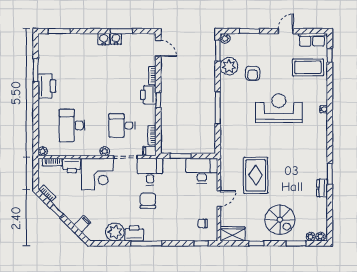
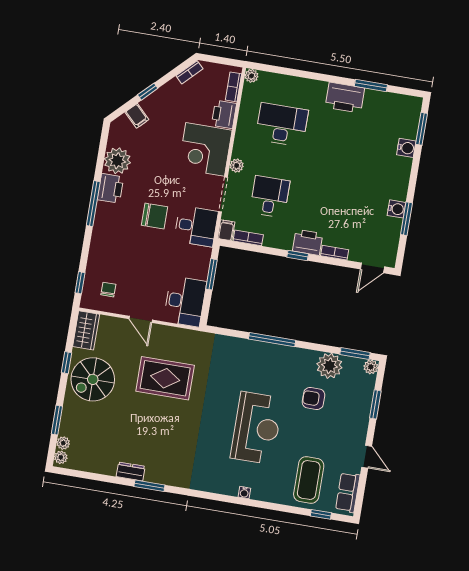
water cooler: (104, 39) -> (406, 148), moved
window: (57, 211) -> (148, 92), moved
spiral stairs: (280, 220) -> (93, 379), moved

